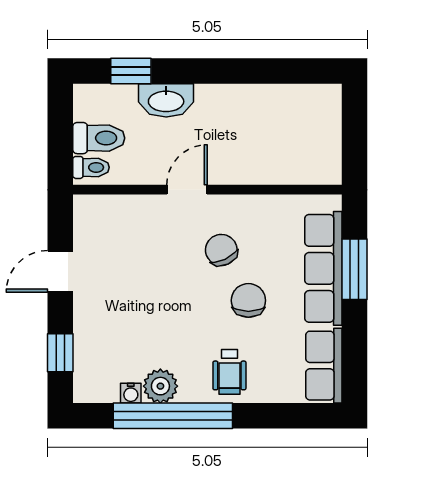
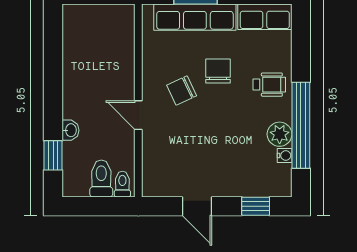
washbasin: (166, 100) -> (70, 130), width x0.52, depth x0.69
chair: (248, 300) -> (218, 71), turned 90

